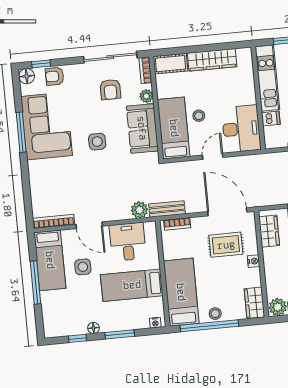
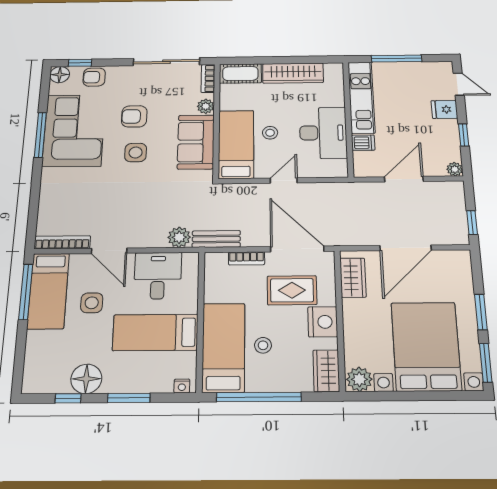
armchair: (110, 89) -> (134, 116), moved, turned 90
desk: (241, 129) -> (323, 133), moved
bookcase: (177, 224) -> (247, 258), moved
nightstand: (254, 261) -> (323, 322), width x1.89, depth x1.79
window: (36, 283) -> (26, 292), moved
stool: (215, 314) -> (263, 345), moved
floor lamp: (94, 328) -> (86, 379), width x1.89, depth x1.89

